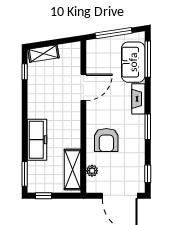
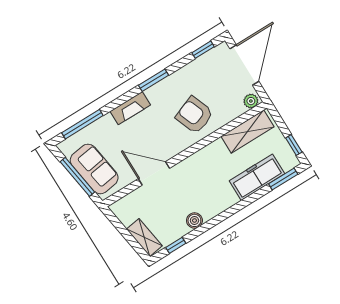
sofa: (133, 62) -> (94, 169), moved, turned -99
boiler: (34, 95) -> (194, 220), added
freezer: (37, 140) -> (257, 177), moved
armchair: (106, 140) -> (194, 115), turned -111
plant: (92, 171) -> (251, 101), moved

